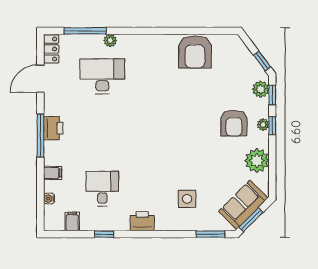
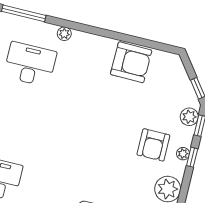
plant: (110, 41) -> (64, 34), moved
armchair: (195, 52) -> (131, 62), turned -89

